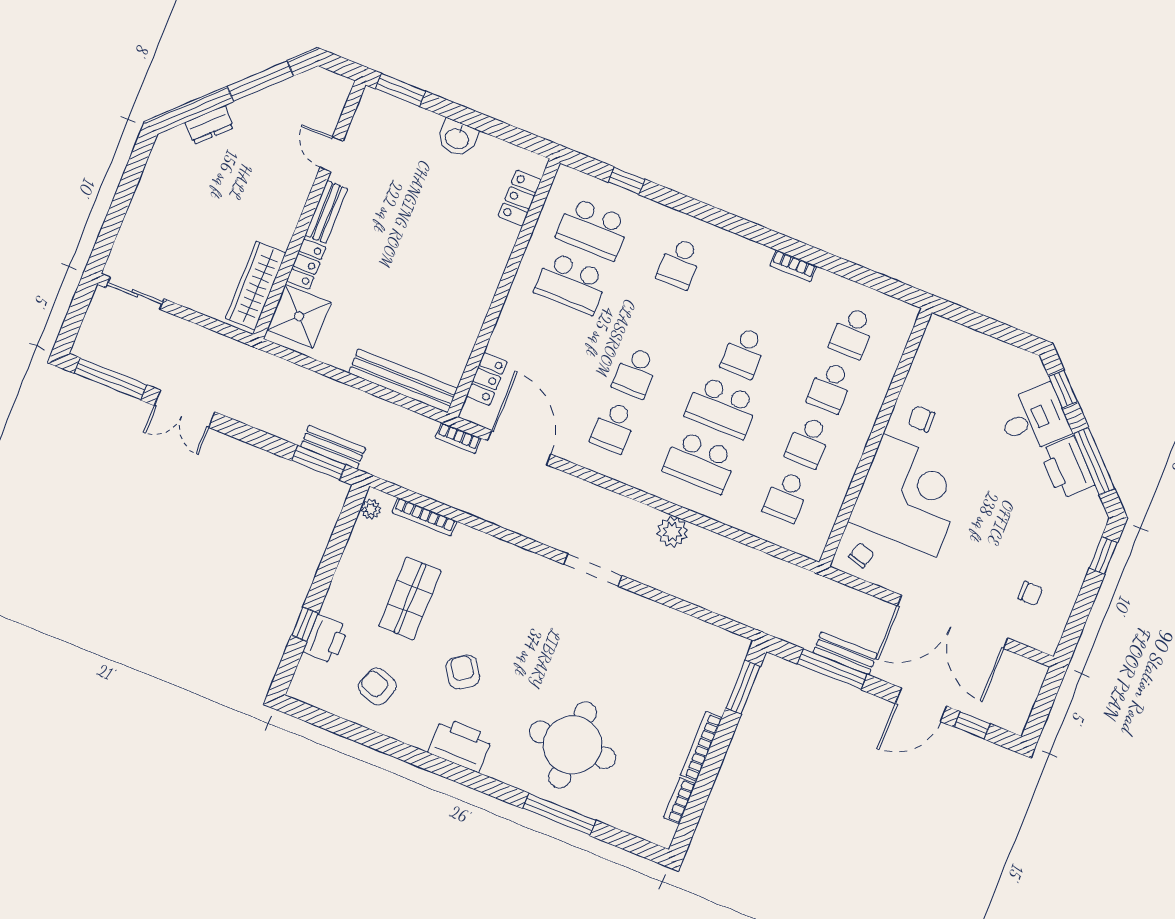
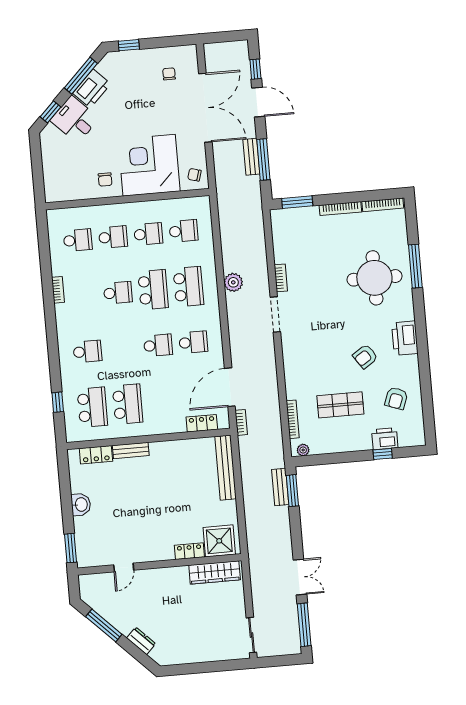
bench: (326, 212) -> (131, 450), moved
bookcase: (643, 606) -> (281, 278), added
bookcase: (679, 801) -> (383, 205), width x1.56

